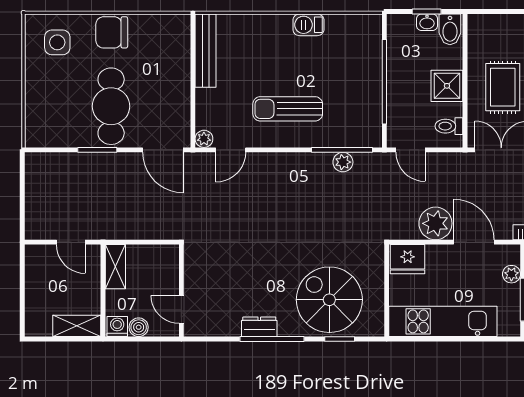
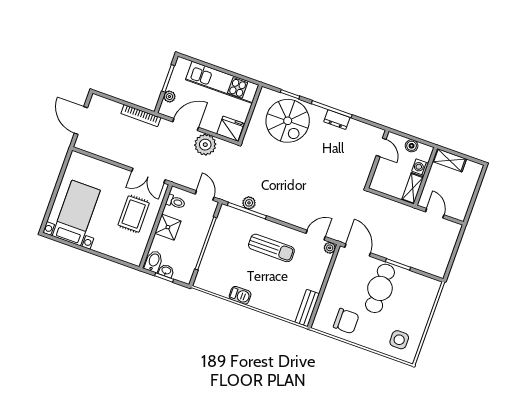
chair: (112, 32) -> (346, 321), moved
bench: (206, 51) -> (307, 308), width x0.73
door: (474, 242) -> (186, 125), swing flipped
washing machine: (117, 327) -> (420, 167), moved, turned 90

